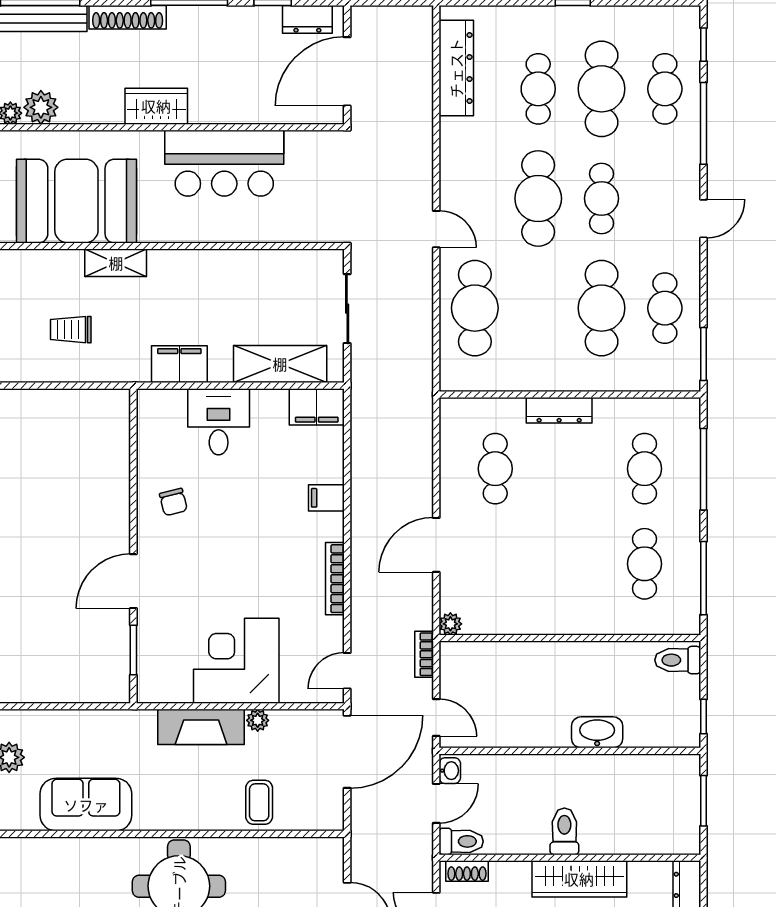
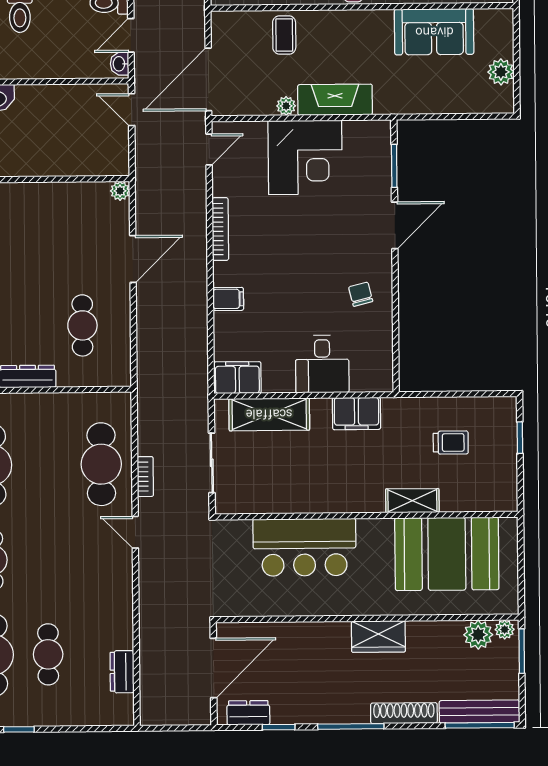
dresser: (456, 68) -> (122, 672), width x0.51, depth x0.80
bar counter: (224, 163) -> (304, 547), moved, turned 180
cafe table: (538, 198) -> (47, 560), removed
bookcase: (424, 654) -> (145, 477), moved

